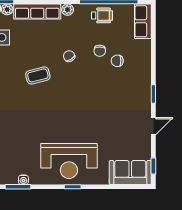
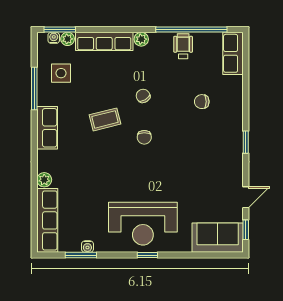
wheelchair: (102, 15) -> (183, 46), turned -90
chair: (100, 51) -> (144, 137), moved
door: (153, 126) -> (246, 197), moved

